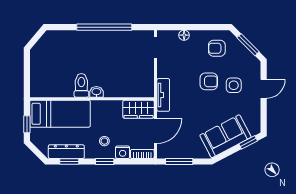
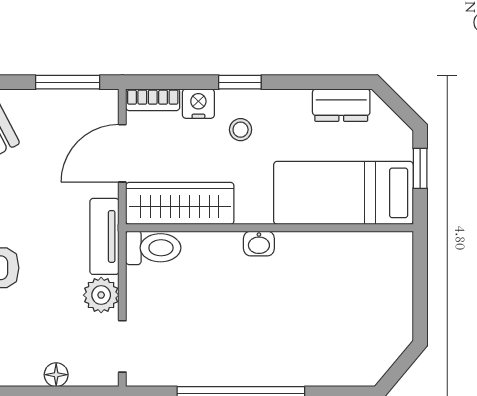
plant: (165, 70) -> (101, 295), added
toilet: (81, 85) -> (153, 248), moved, turned -90
wardrobe: (138, 109) -> (180, 203), width x1.50
dresser: (66, 152) -> (341, 105), width x0.70
window: (69, 162) -> (322, 82), removed

